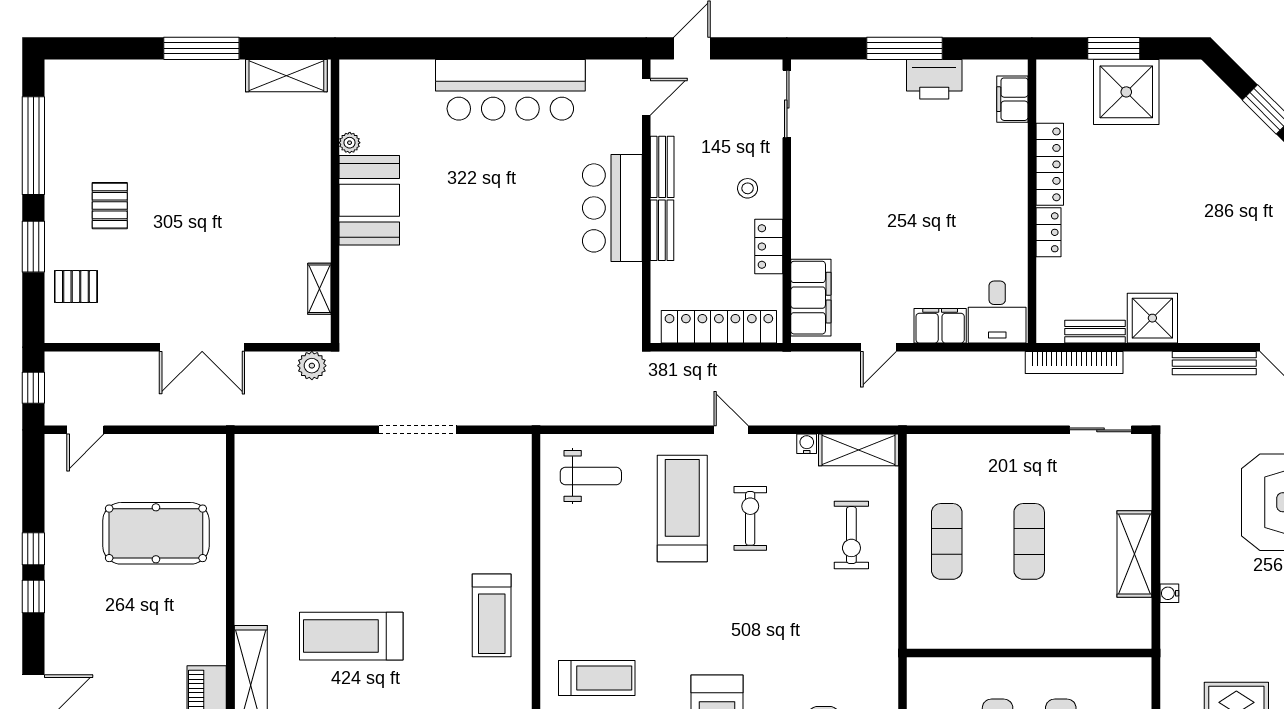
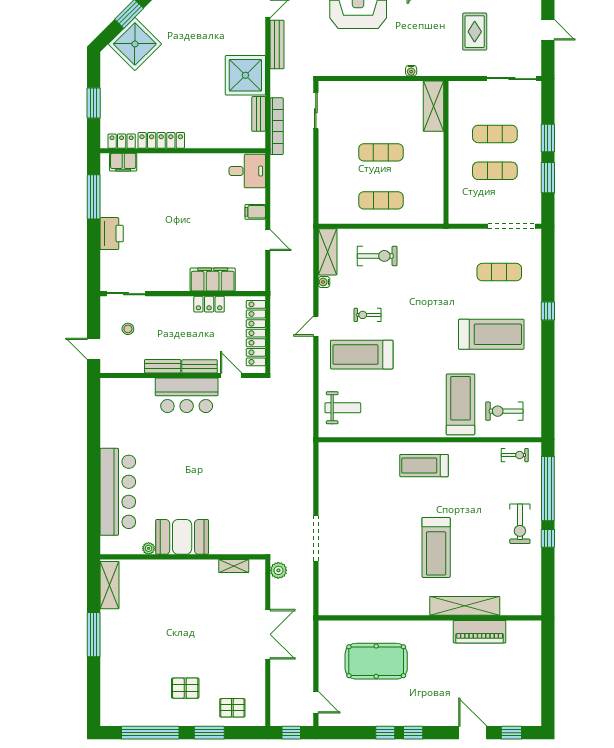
window: (904, 48) -> (94, 197), moved
printer: (934, 79) -> (112, 234), moved
bar counter: (510, 90) -> (118, 492), moved
shower: (1126, 92) -> (135, 44), moved, turned 45
door: (646, 97) -> (231, 375), moved
stool: (748, 188) -> (128, 329), moved
locker: (1049, 232) -> (122, 141), moved
pallet: (76, 286) -> (232, 708), turned 90
filing cabinet: (811, 298) -> (213, 280), moved
shower: (1152, 318) -> (245, 75), width x1.37, depth x1.37
filing cabinet: (940, 326) -> (255, 212), width x0.50
doorway: (418, 430) -> (316, 538), moved
weight bench: (591, 476) -> (343, 408), turned 90
exercise bike: (750, 518) -> (368, 315), width x0.73, depth x0.72
pool table: (156, 533) -> (376, 661), turned 90
shelving: (1134, 554) -> (433, 106), moved, turned 90
treadmill: (492, 615) -> (424, 466), turned 180
treadmill: (597, 678) -> (460, 404), width x1.37, depth x1.38

